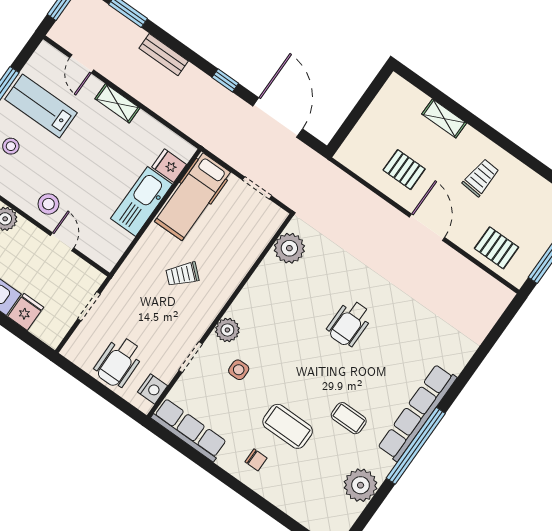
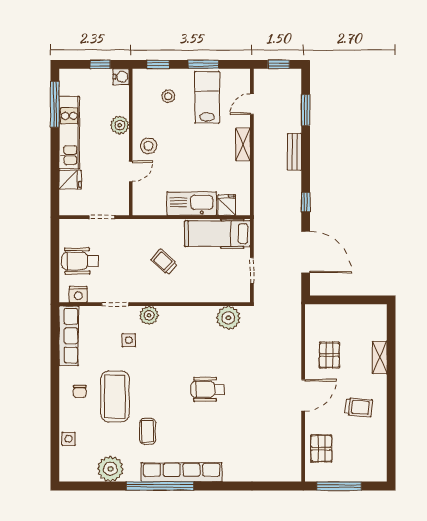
door: (278, 117) -> (306, 252), hinge flipped
coffee table: (288, 426) -> (115, 396), width x1.36, depth x1.32
side table: (298, 507) -> (69, 439), added

